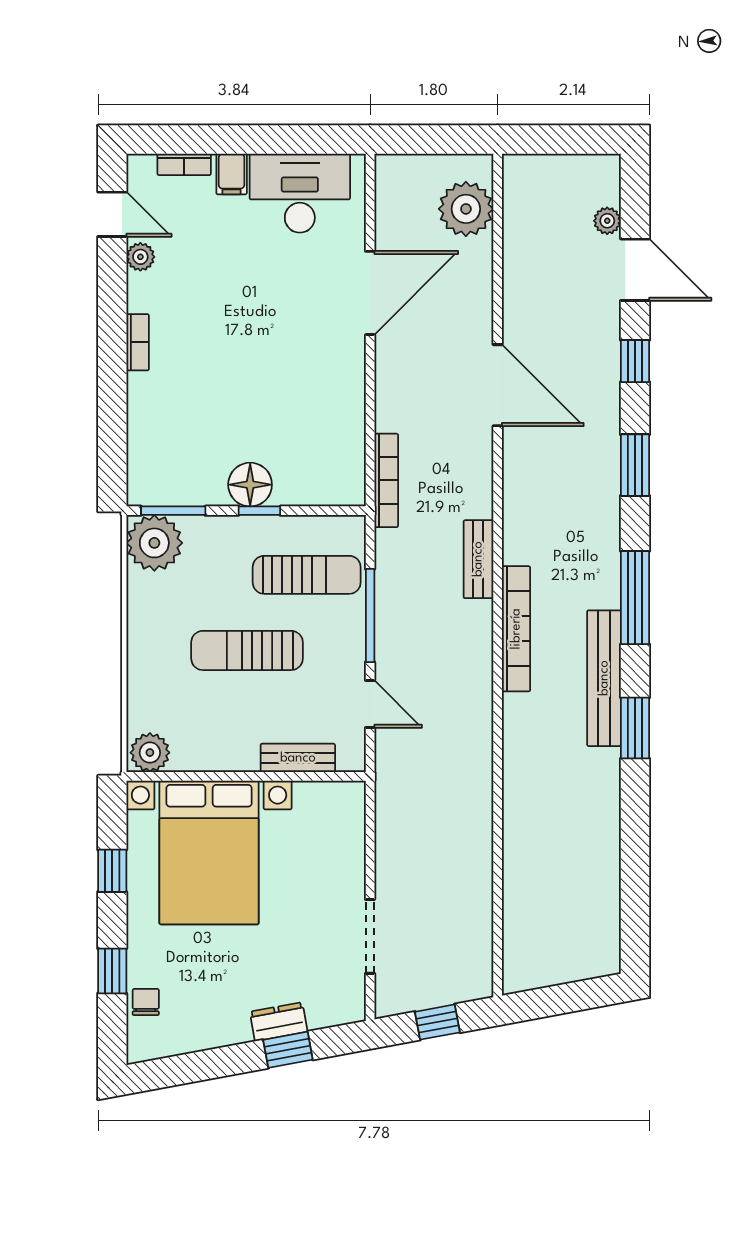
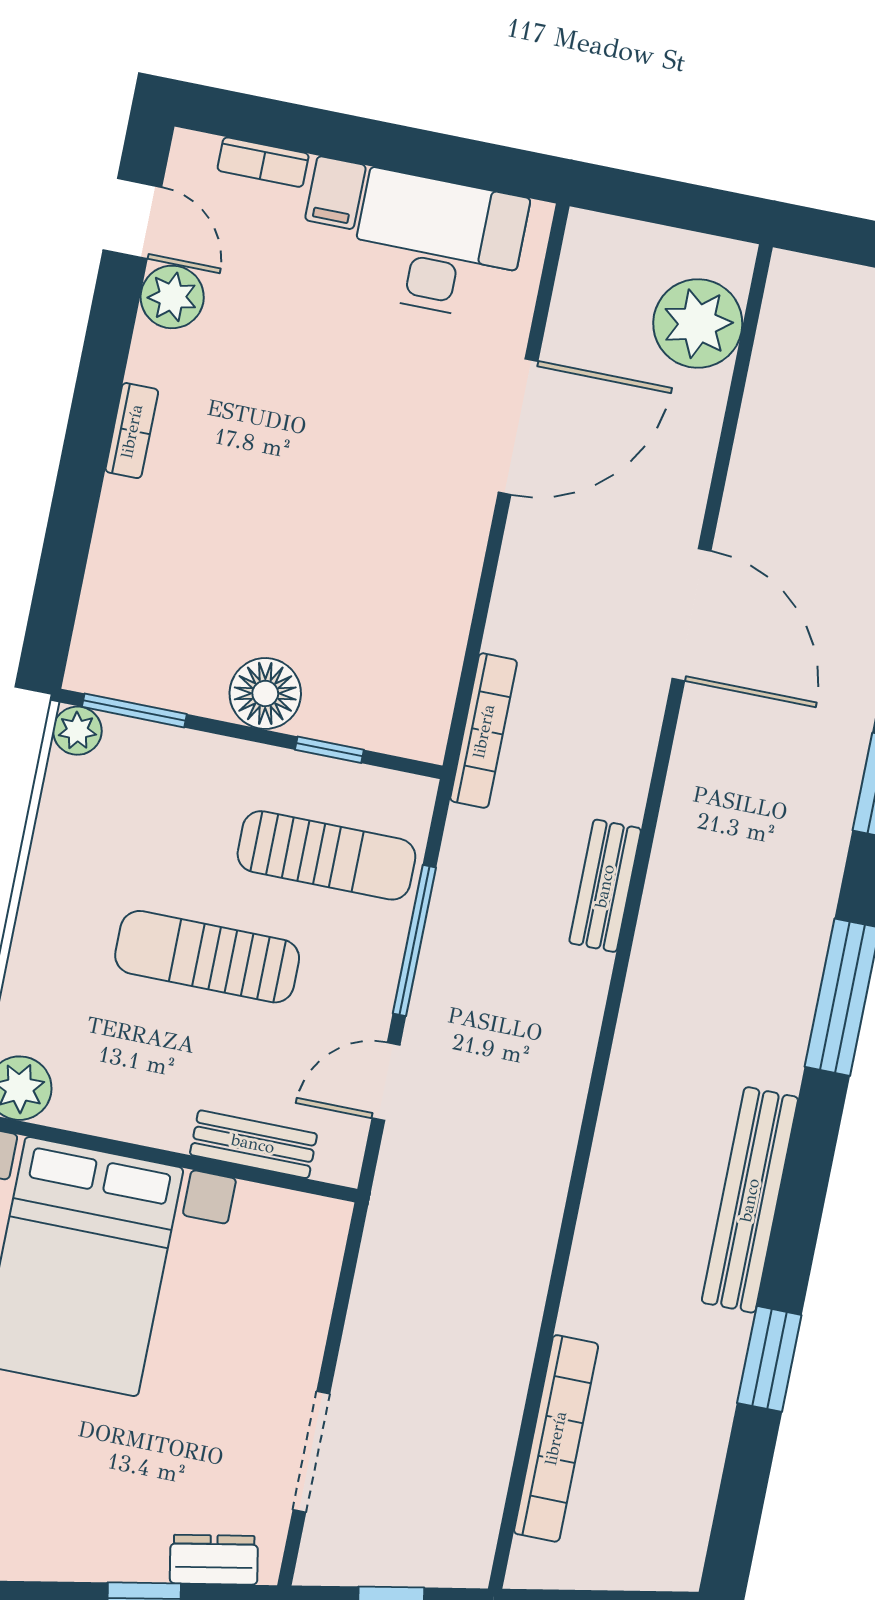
plant: (140, 257) -> (172, 297), width x1.38, depth x1.38
window: (259, 511) -> (329, 750), moved
plant: (154, 543) -> (77, 731), width x0.53, depth x0.53
bookcase: (516, 629) -> (556, 1438), moved
bench: (604, 678) -> (750, 1200), moved
door: (370, 704) -> (386, 1082), swing flipped
window: (635, 728) -> (769, 1359), moved
dresser: (279, 1022) -> (214, 1560), moved

